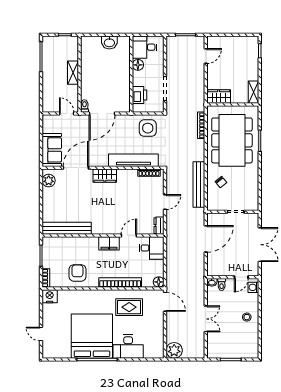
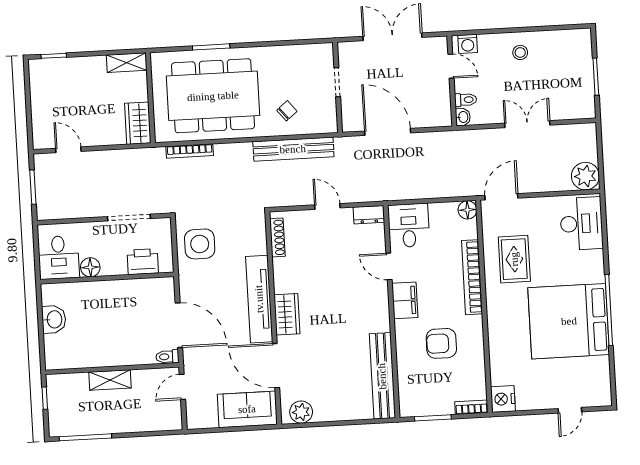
tv unit: (133, 160) -> (259, 299), moved
armchair: (77, 273) -> (441, 343), moved
desk: (128, 347) -> (581, 224), moved

